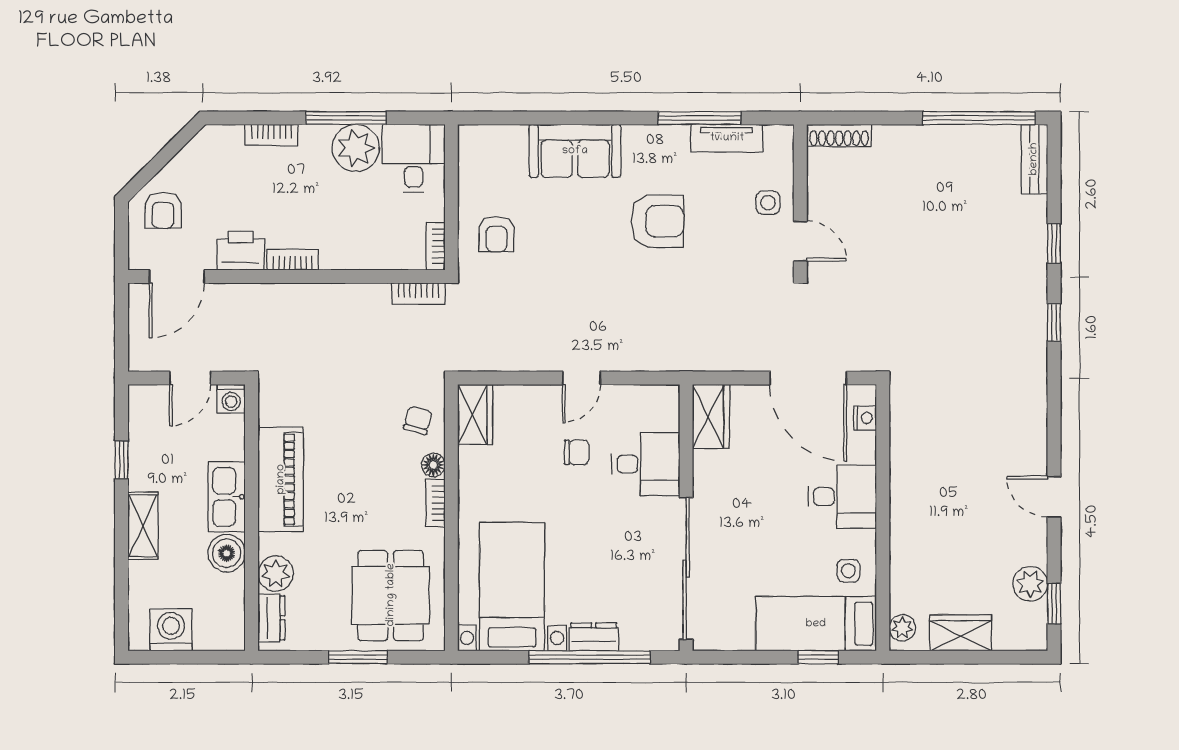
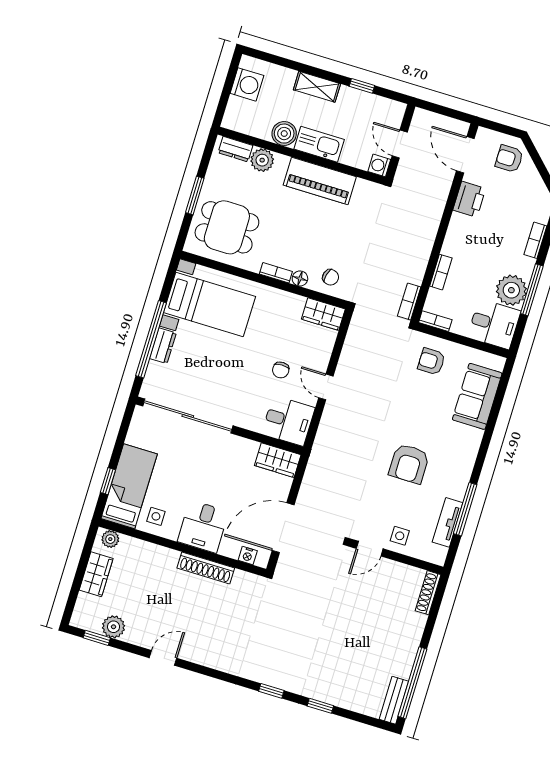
sofa: (575, 151) -> (477, 396), moved
bench: (1034, 159) -> (394, 700), moved, turned 90
bookcase: (293, 260) -> (441, 272), moved
desk: (646, 464) -> (288, 421), moved, turned -90
shoe rack: (902, 474) -> (206, 568), added

